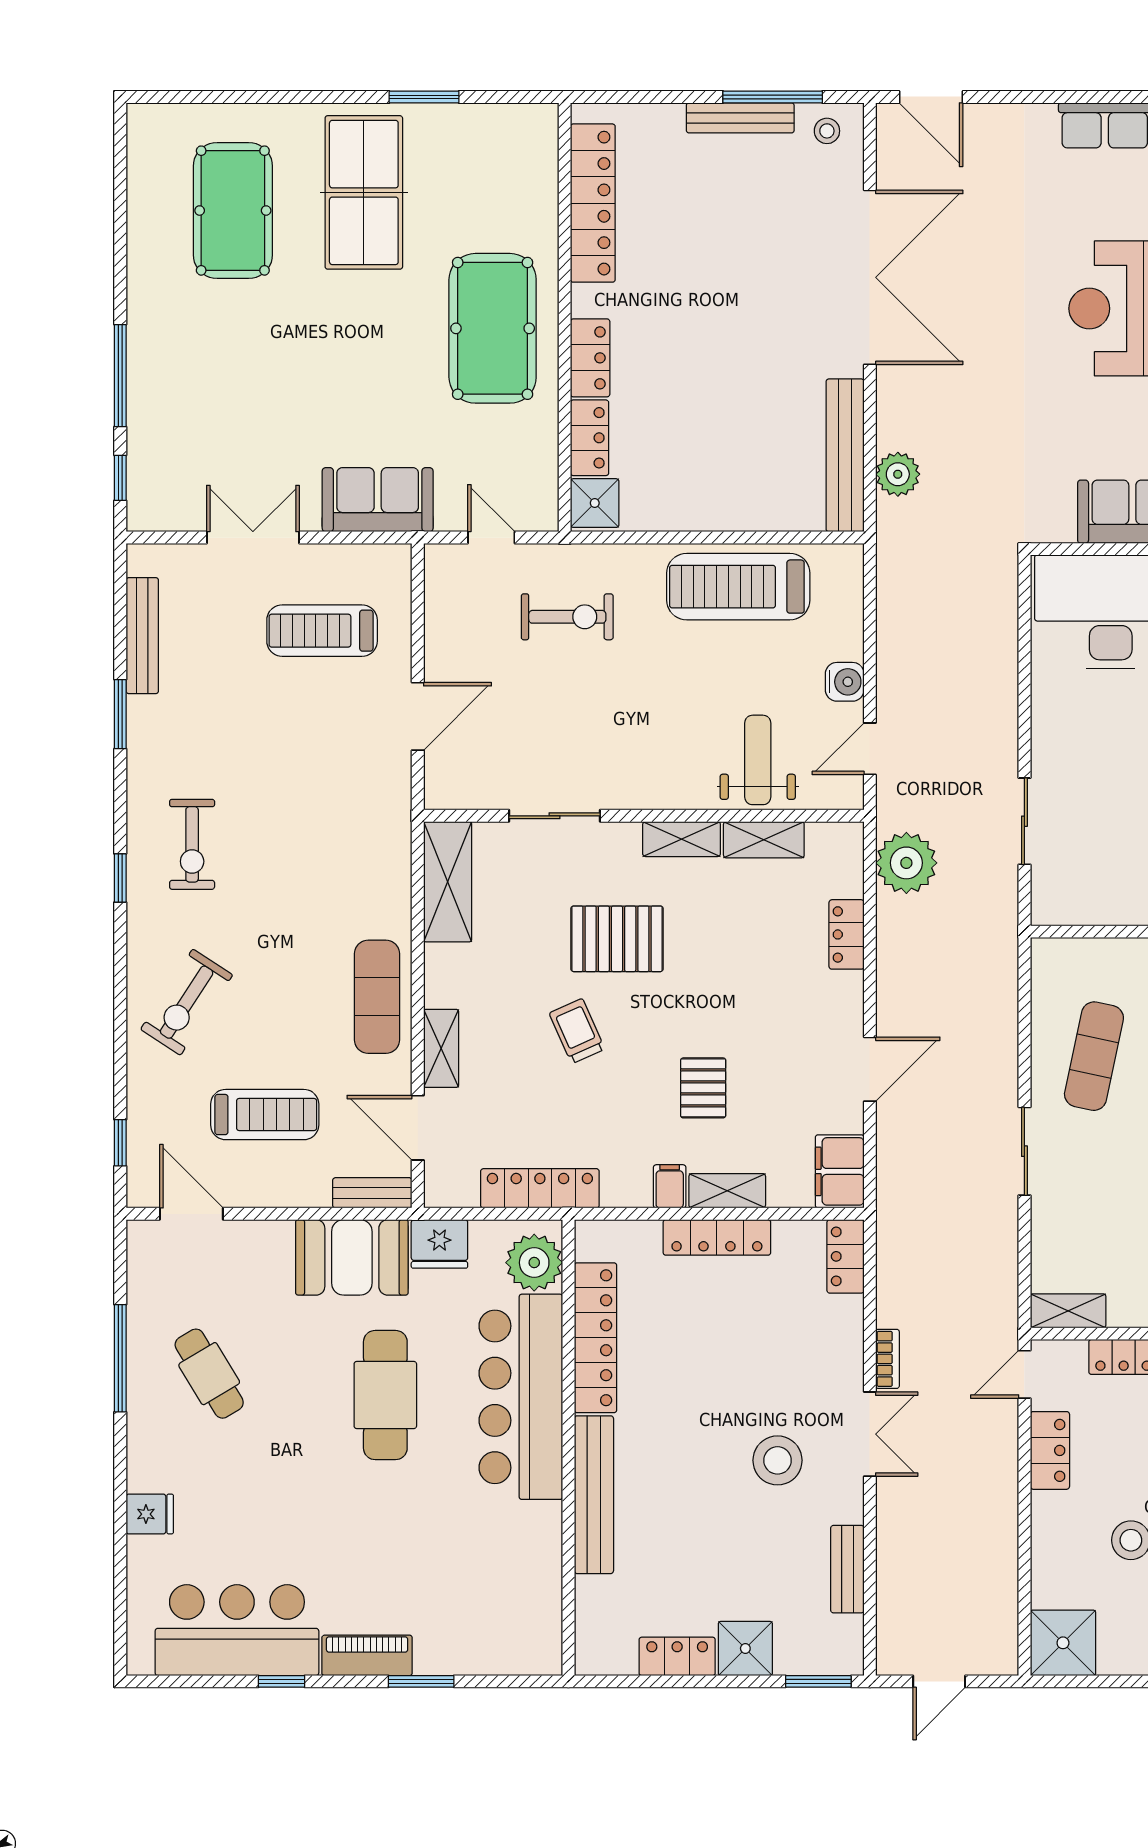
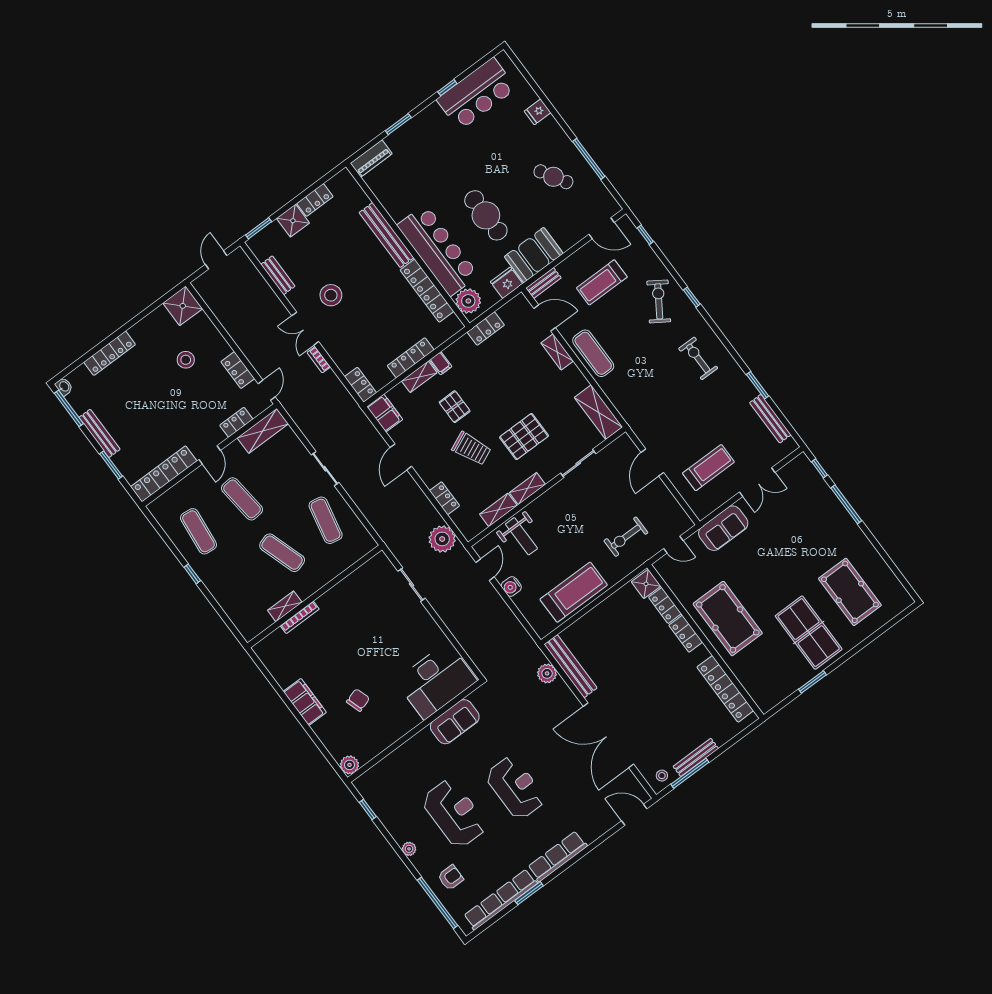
window: (120, 878) -> (692, 297), moved
trolley: (577, 1031) -> (471, 449), moved, width x1.36, depth x1.39
locker: (540, 1188) -> (486, 329), width x0.66
shelving: (1068, 1311) -> (263, 431), width x1.50, depth x1.33
piano: (367, 1655) -> (371, 159), moved

